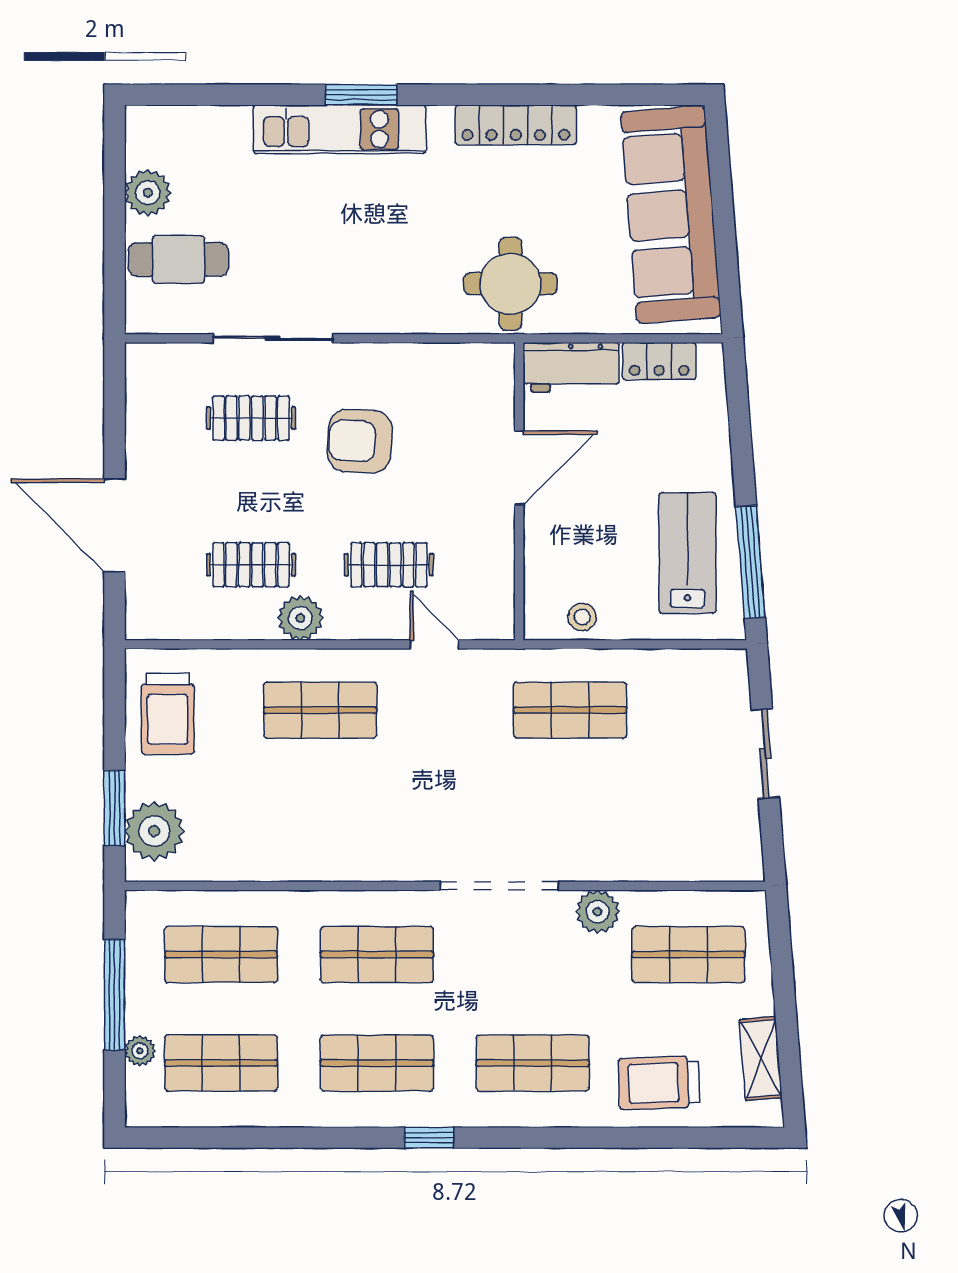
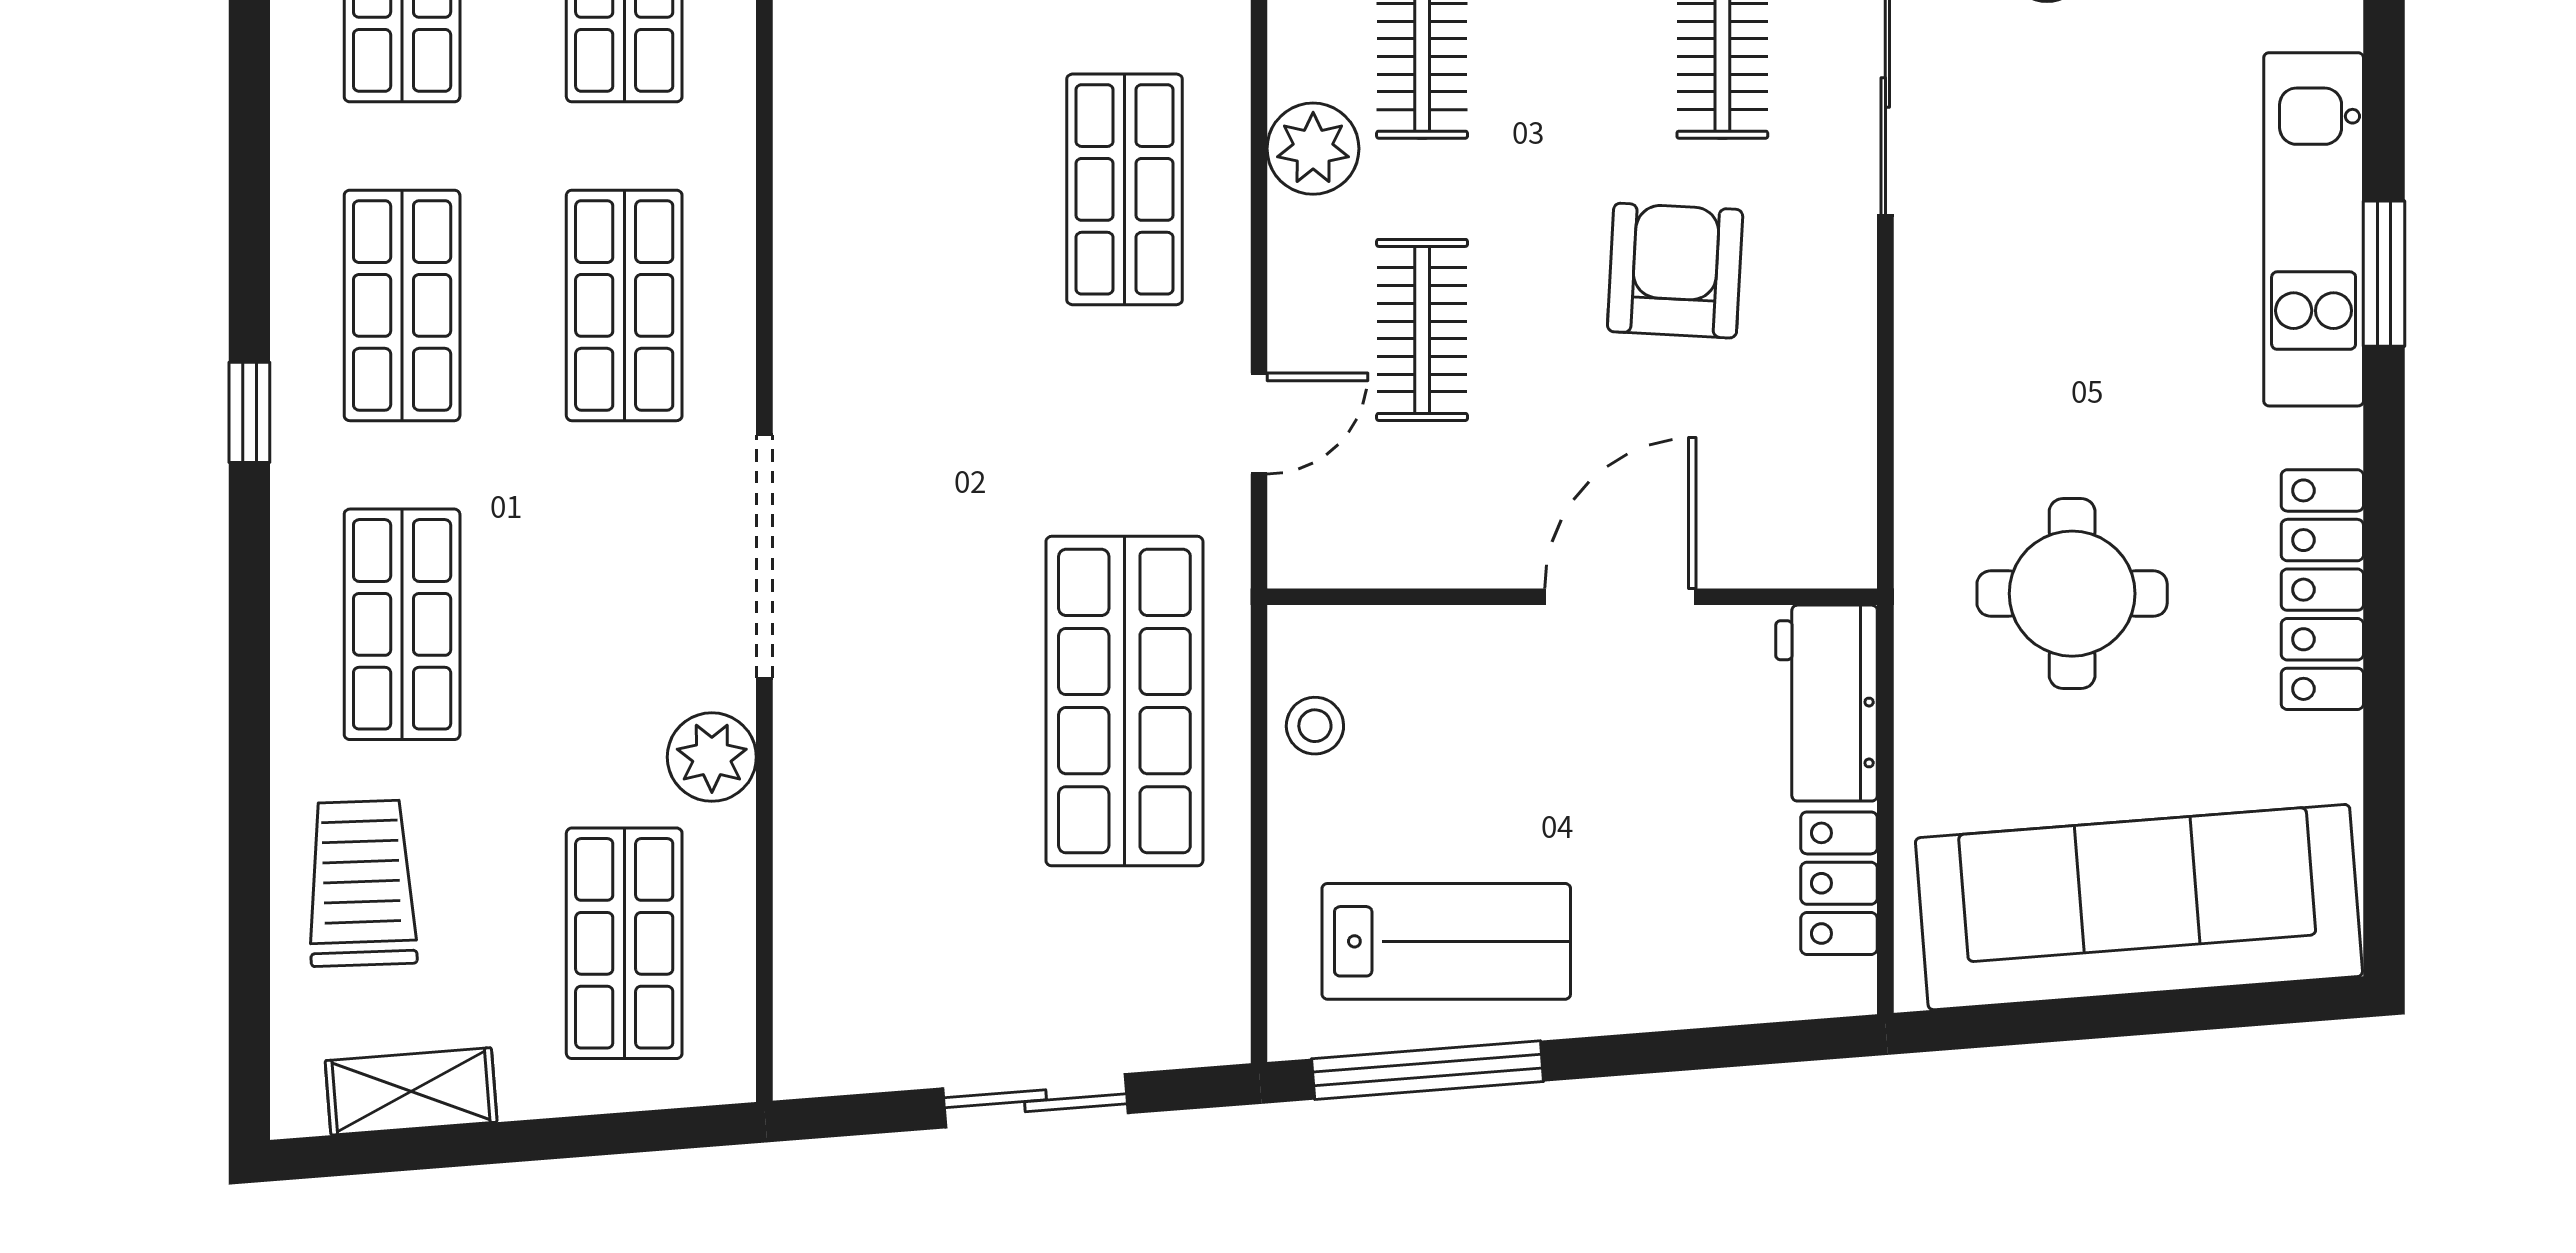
round table: (510, 284) -> (2072, 594), moved
door: (519, 468) -> (1620, 597), swing flipped
shop shelf: (570, 710) -> (1124, 701), width x1.43, depth x1.36

